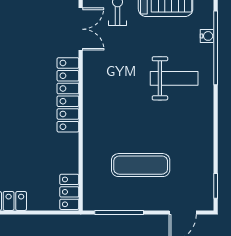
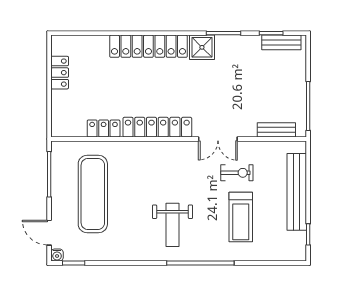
water cooler: (207, 36) -> (57, 255), moved
exercise mat: (141, 165) -> (93, 194), width x1.36, depth x1.45
locker: (69, 192) -> (104, 128), moved

